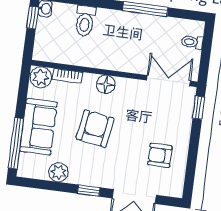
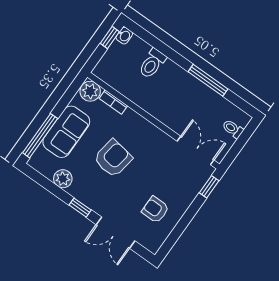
floor lamp: (106, 84) -> (141, 126), removed

